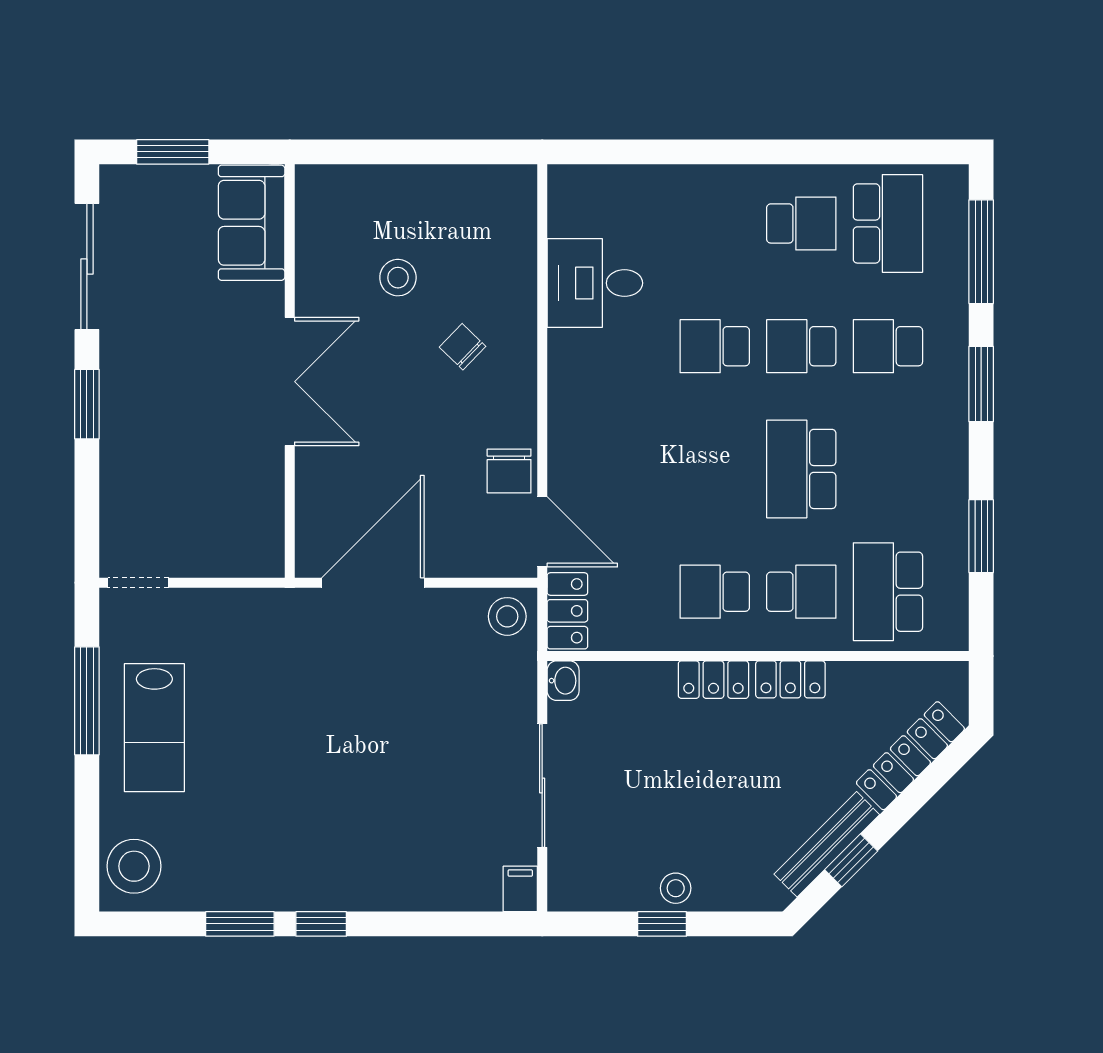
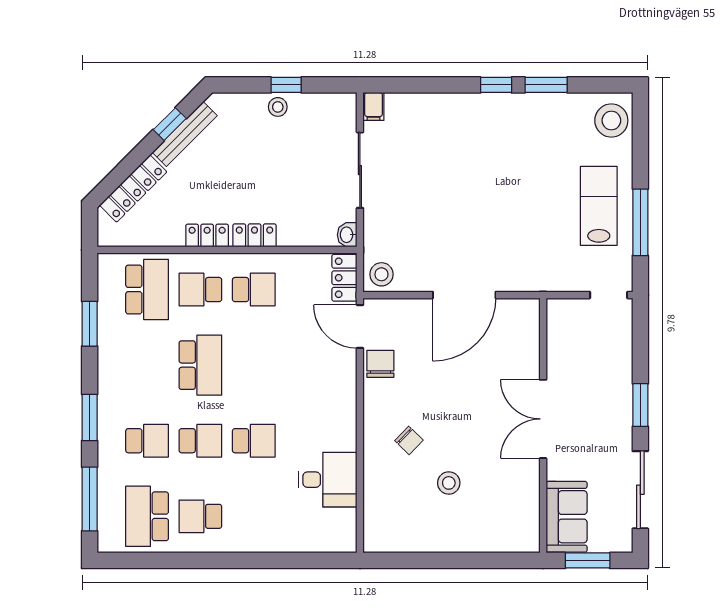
sofa: (252, 223) -> (567, 517), moved
wall: (290, 371) -> (543, 425), moved
double door: (290, 382) -> (543, 419), moved

